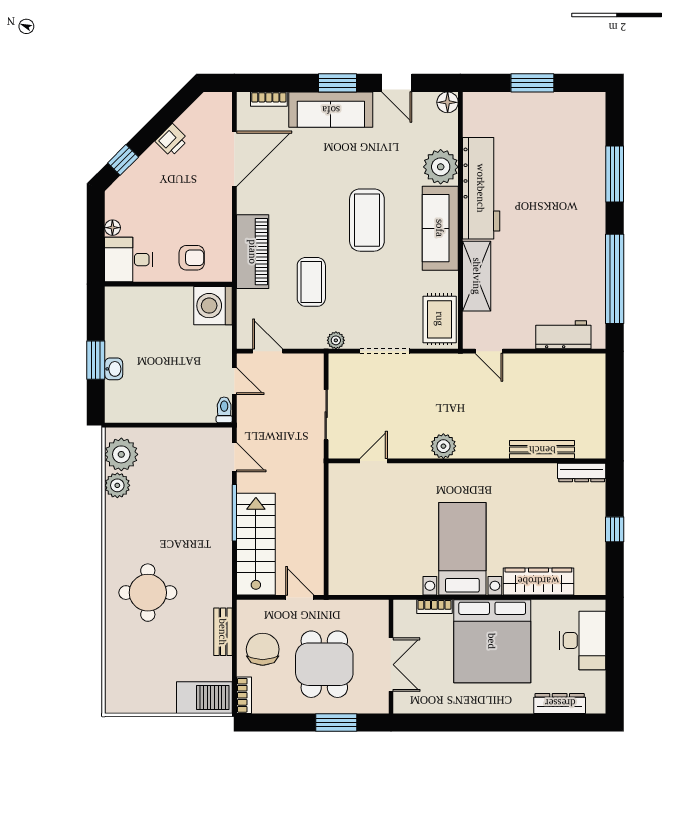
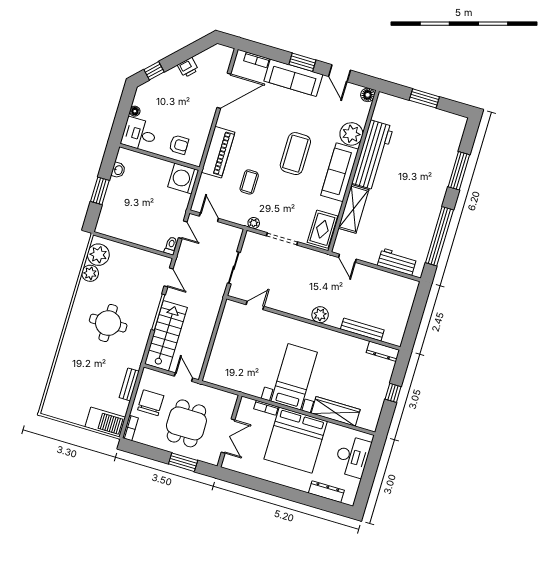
coffee table: (311, 282) -> (249, 182), width x0.73, depth x0.77
washbasin: (114, 369) -> (118, 170), moved
plant: (443, 446) -> (320, 315), moved
round table: (148, 593) -> (108, 323), moved

